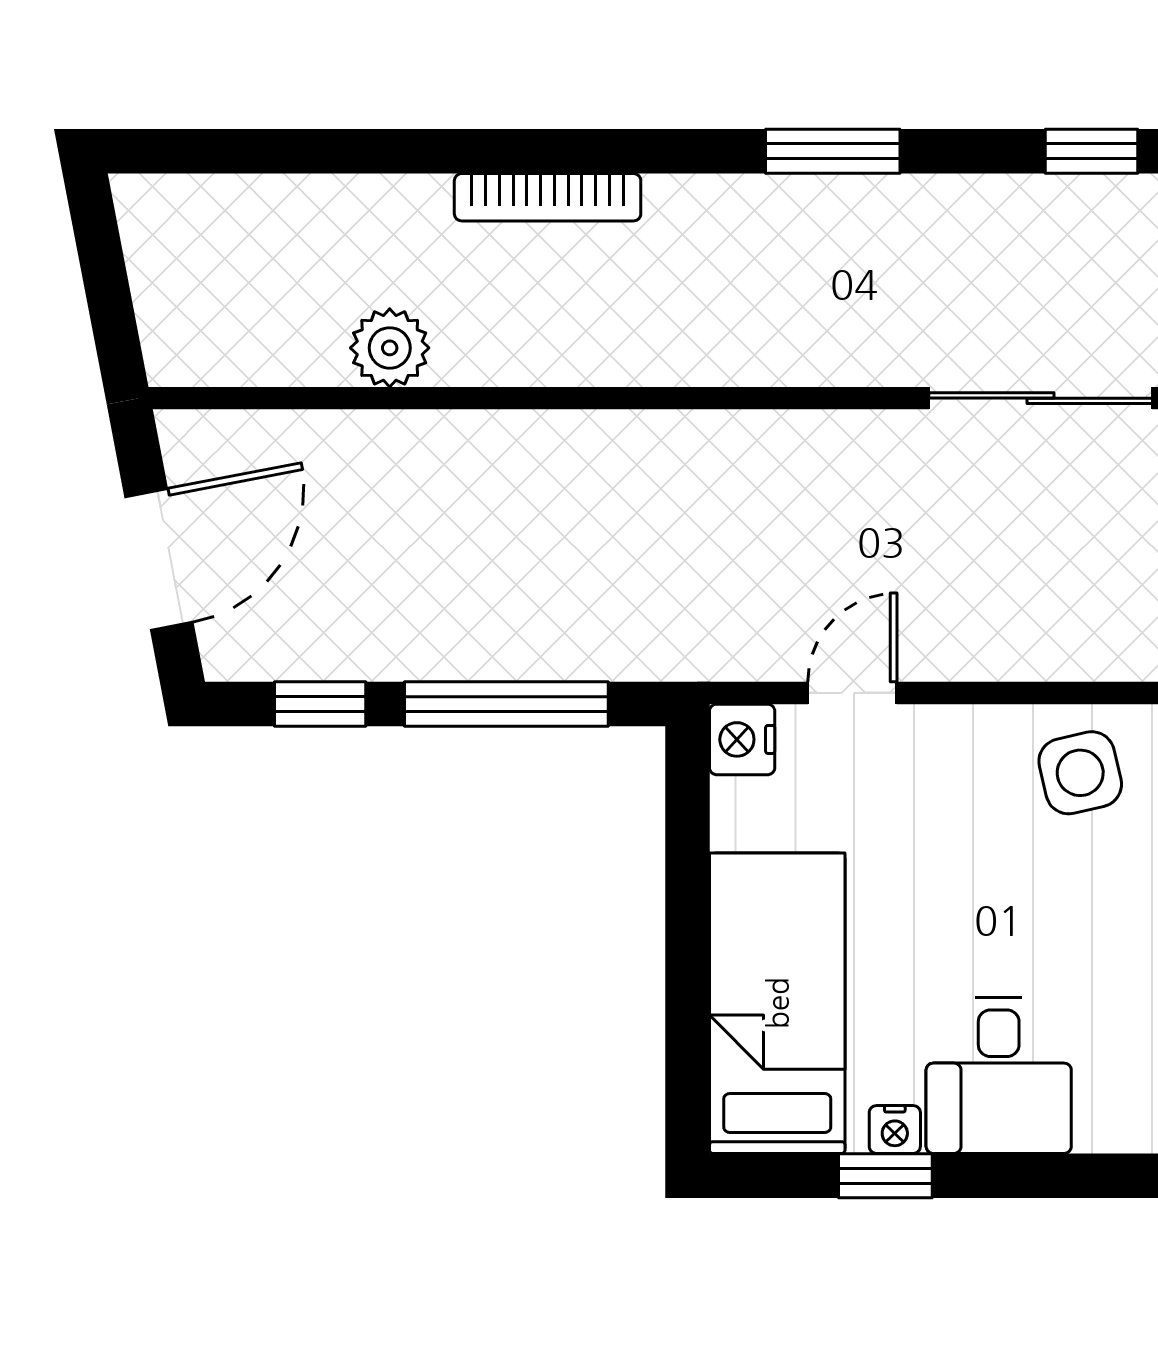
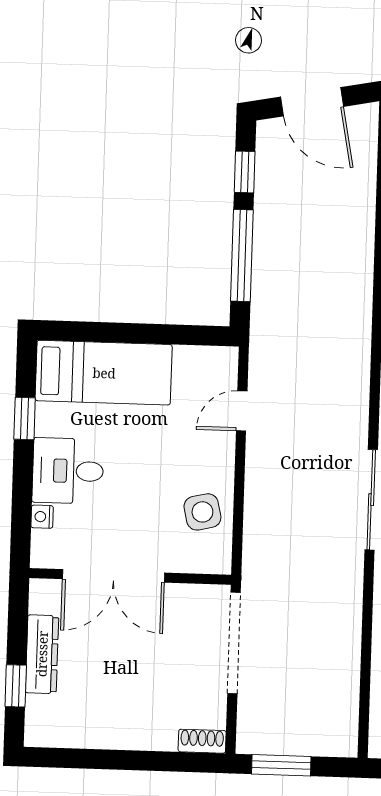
door: (852, 693) -> (242, 411), swing flipped
nightstand: (742, 739) -> (222, 361), removed
nightstand: (895, 1130) -> (42, 517), moved

